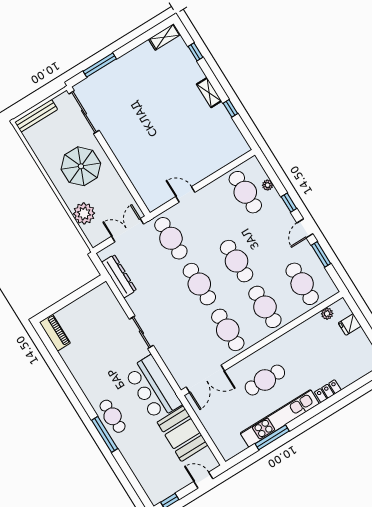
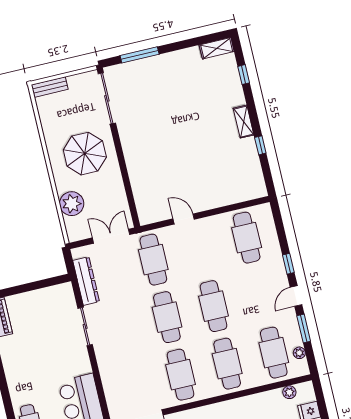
bench: (36, 116) -> (50, 87), width x0.73
plant: (268, 185) -> (299, 353), moved
sliding door: (141, 332) -> (85, 326), moved

